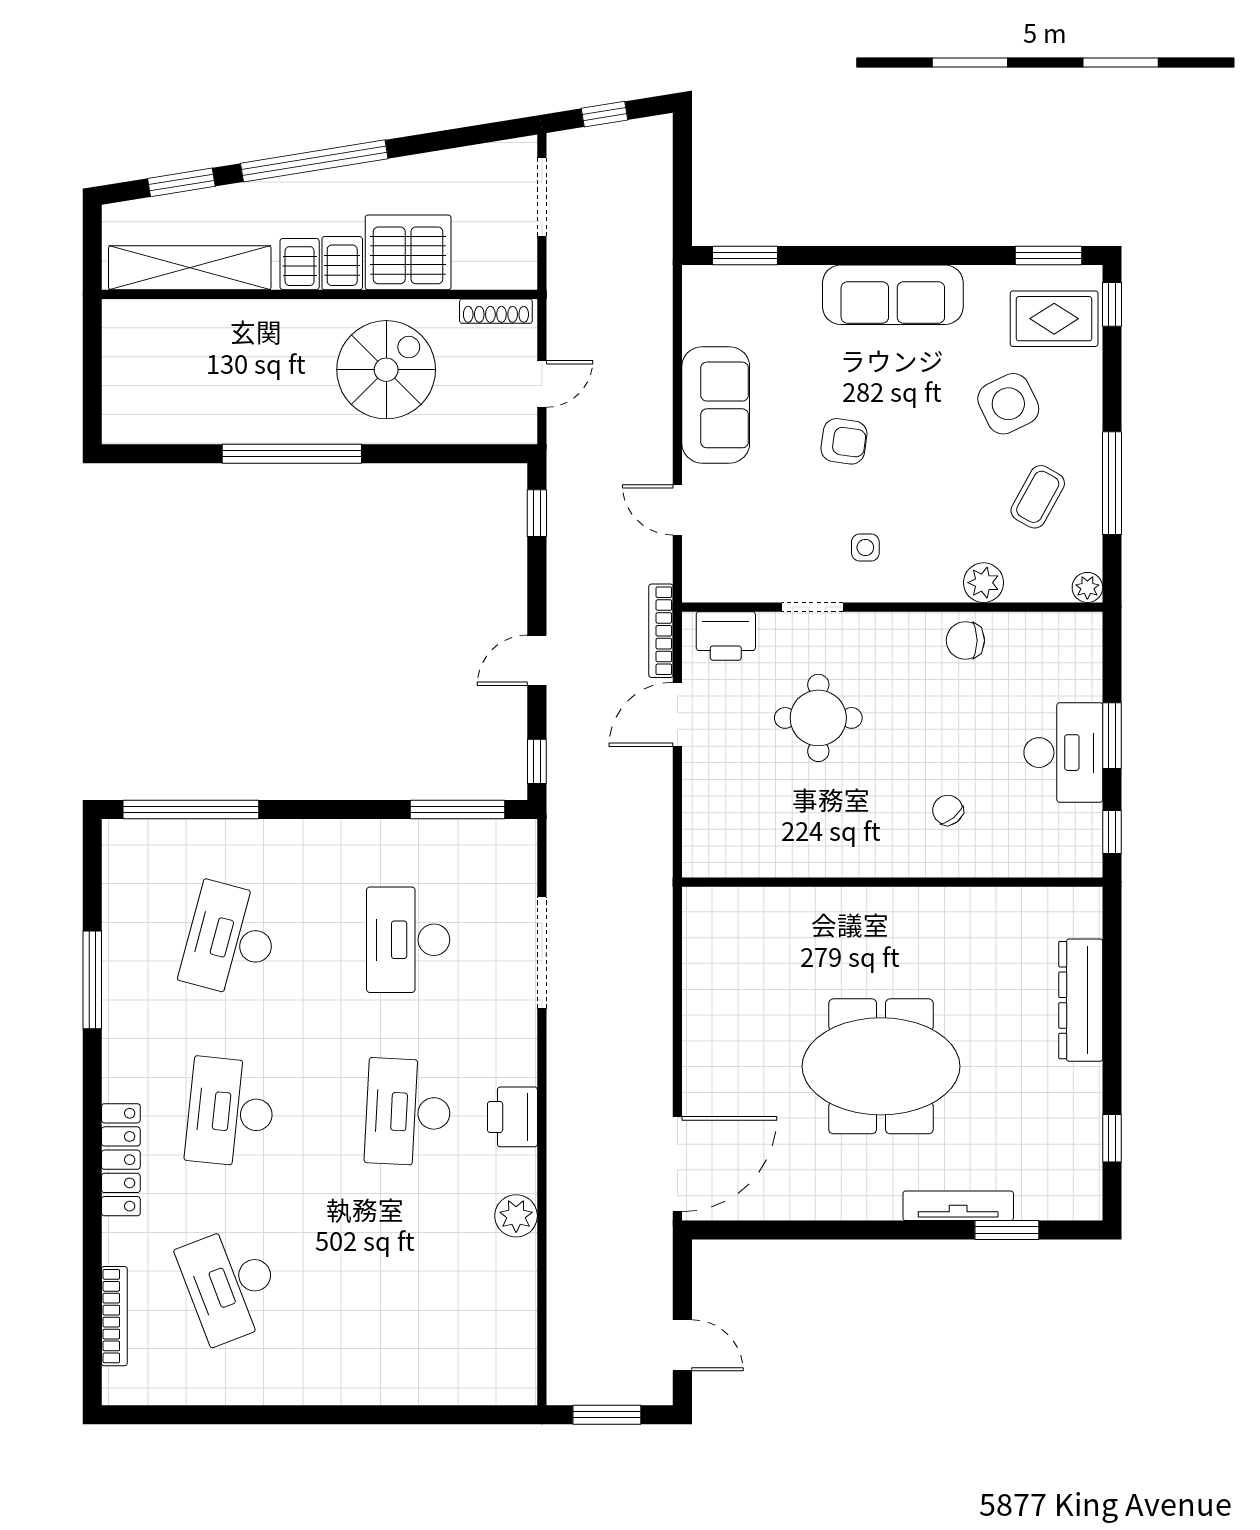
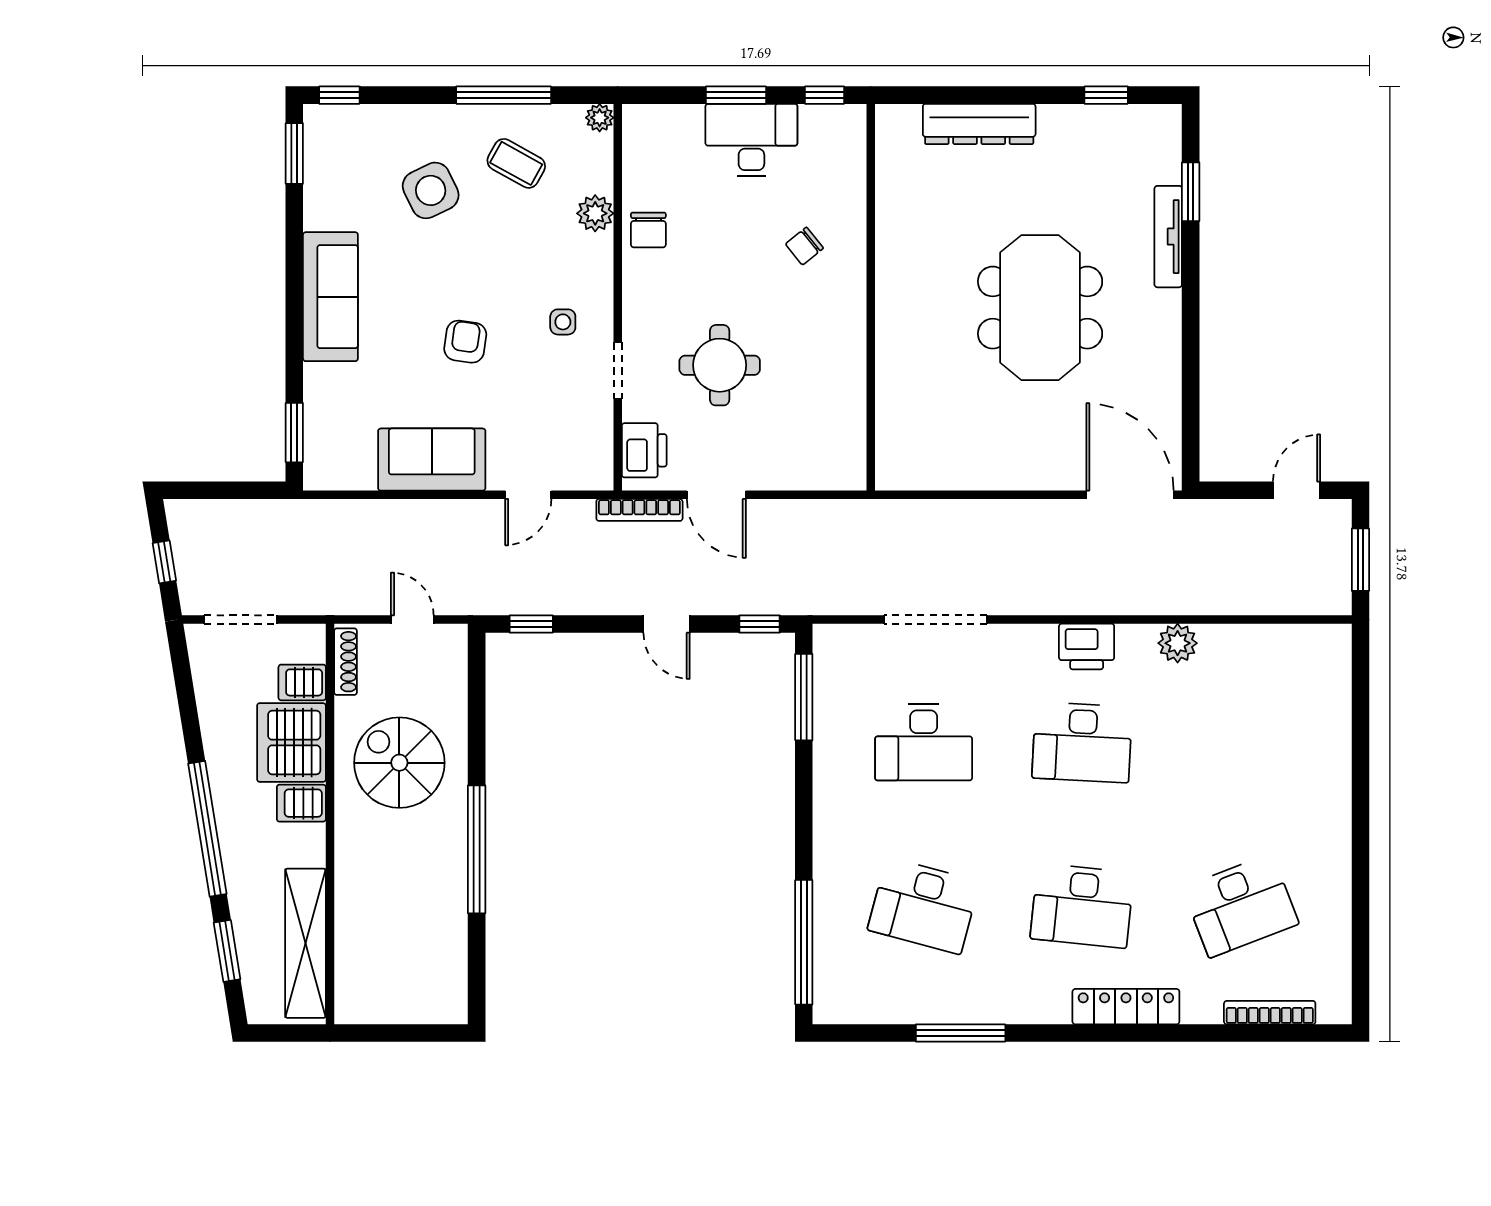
server rack: (300, 264) -> (302, 682), moved
rug: (1054, 319) -> (352, 148), removed

